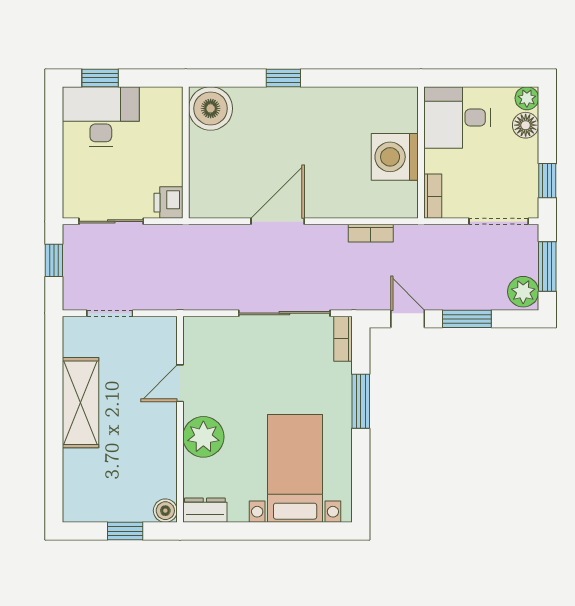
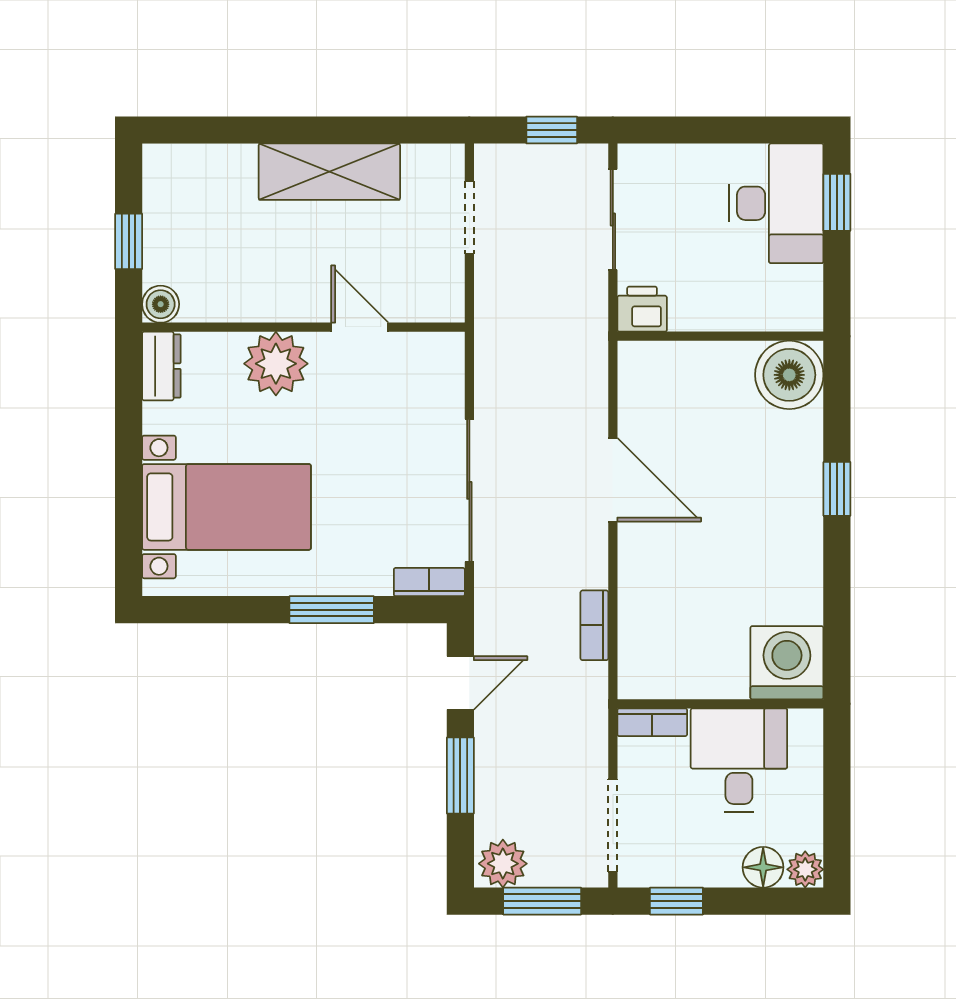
desk: (457, 117) -> (739, 760), moved
washing machine: (395, 157) -> (787, 663), moved

